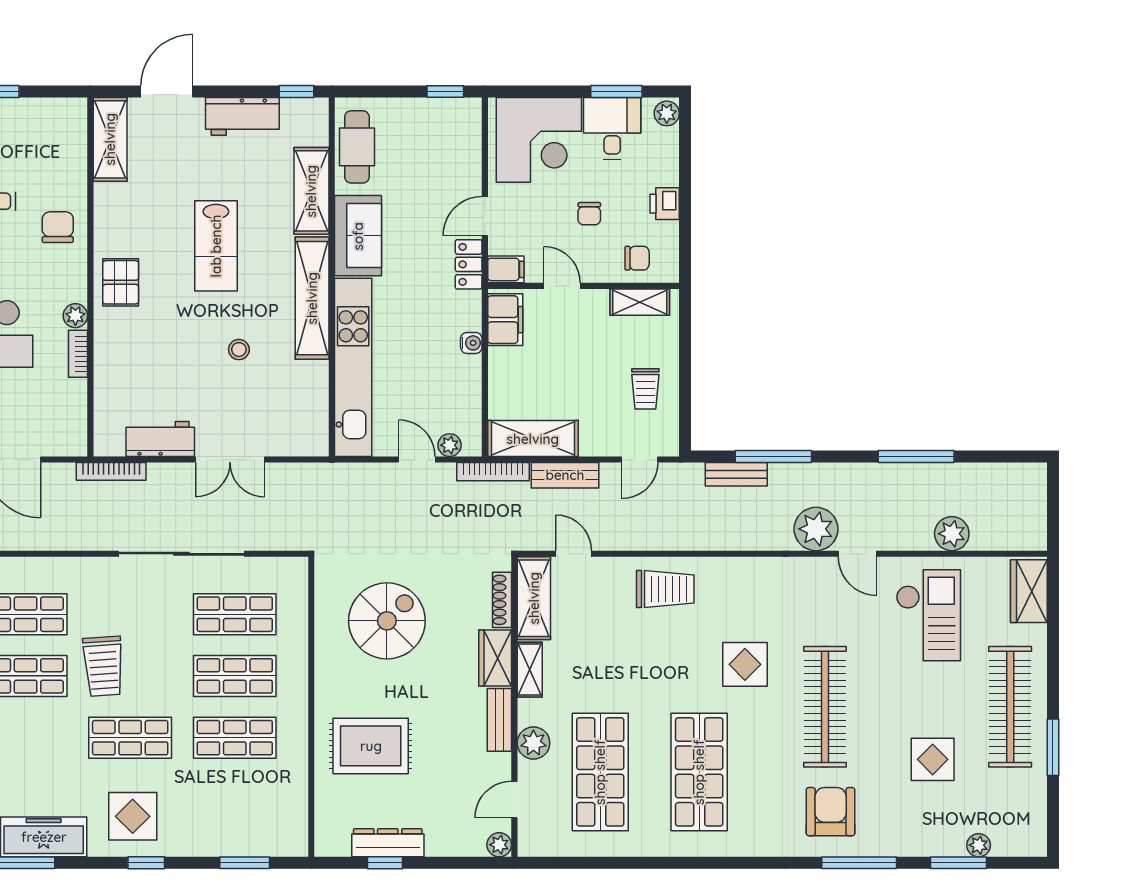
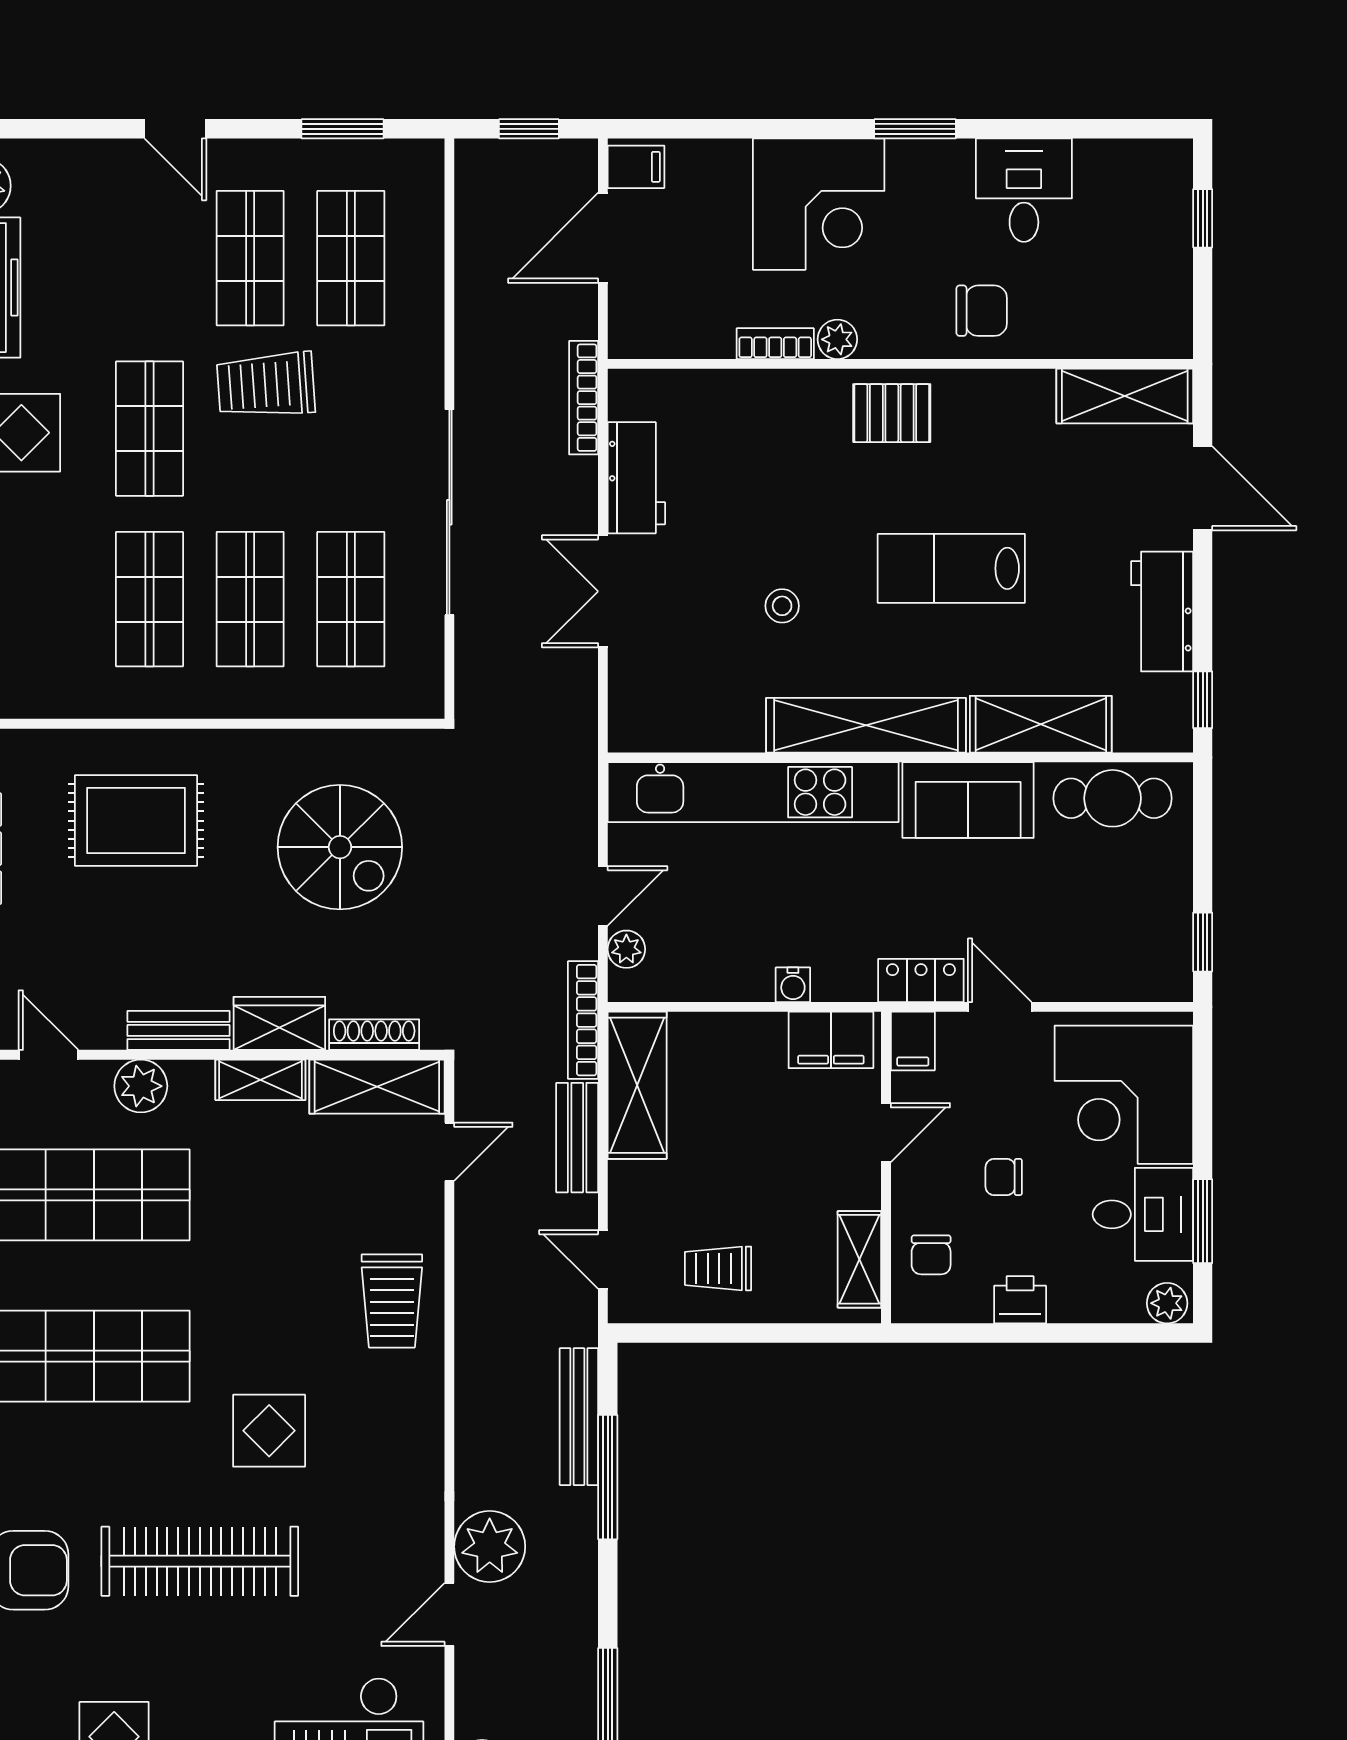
bench: (736, 474) -> (579, 1417), width x1.36
rug: (371, 746) -> (136, 821), turned 90

